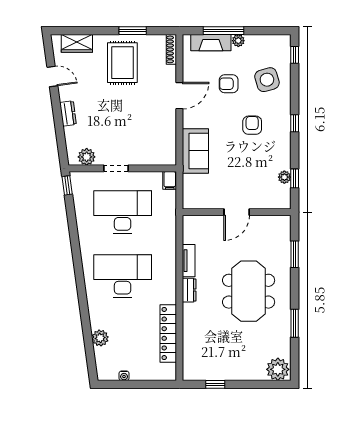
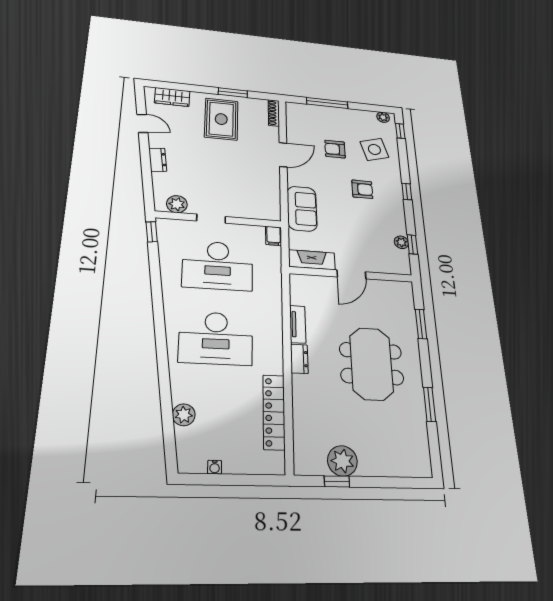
plant: (238, 41) -> (383, 117), moved
fireplace: (211, 43) -> (312, 260), moved, turned 180
armchair: (252, 125) -> (362, 189), turned 90
desk: (123, 212) -> (218, 265), turned 180
desk: (123, 276) -> (216, 338), turned 180
plant: (278, 369) -> (342, 461), moved

